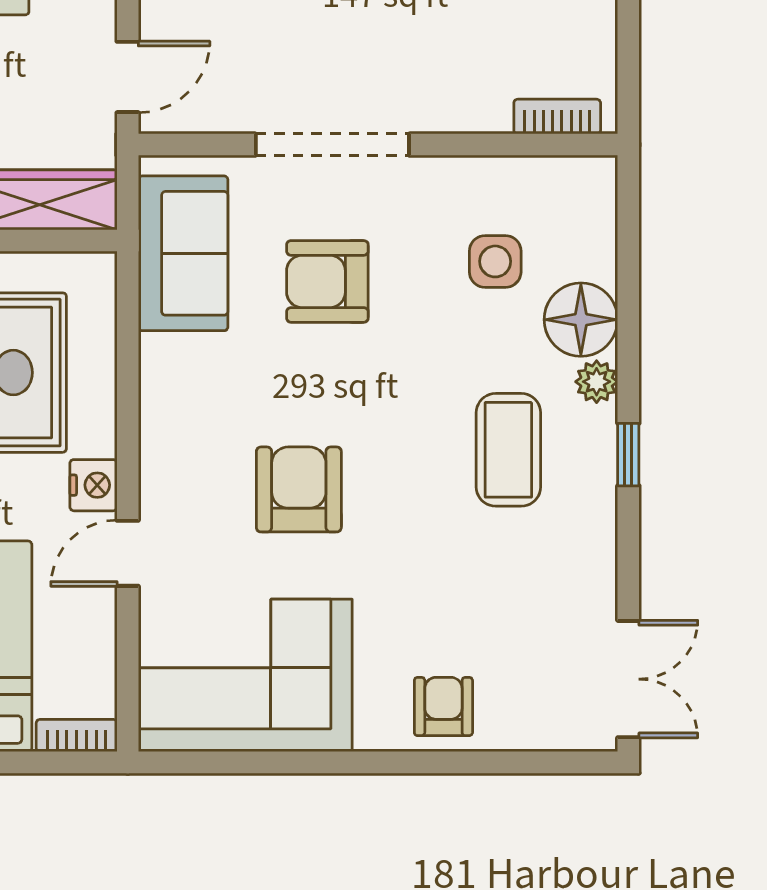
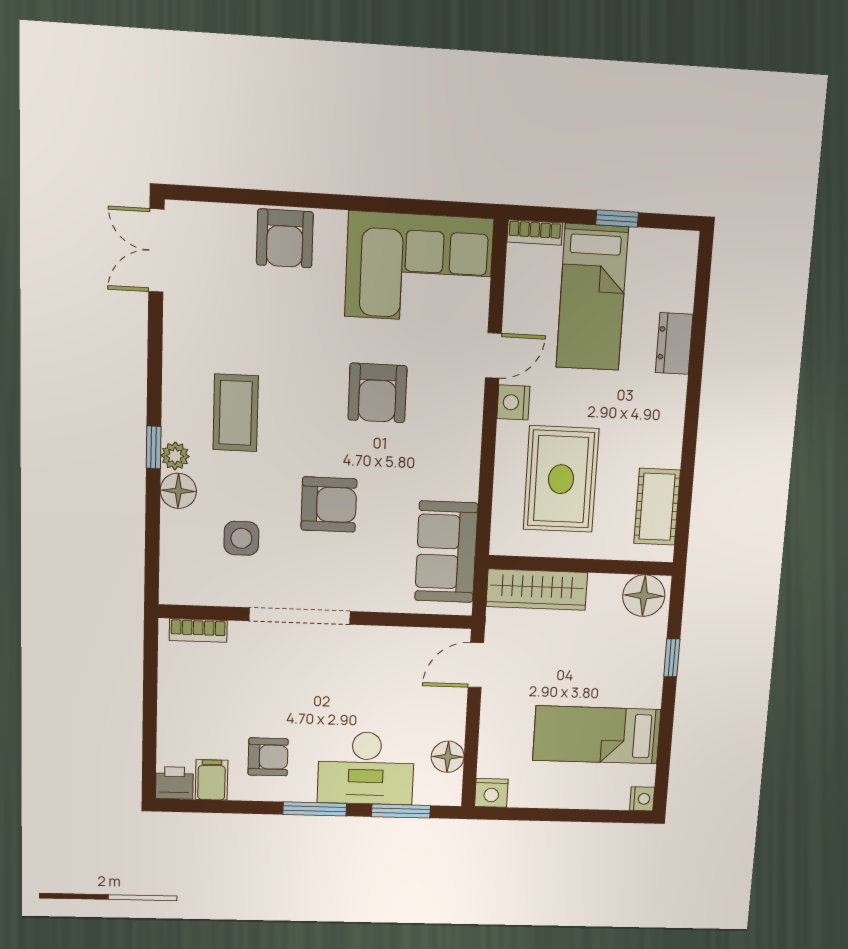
doorway: (332, 145) -> (300, 616), moved
armchair: (327, 281) -> (329, 504), moved
floor lamp: (581, 320) -> (178, 491), width x0.73, depth x0.73
window: (628, 455) -> (154, 447), moved
armchair: (443, 706) -> (285, 238), width x1.38, depth x1.38

